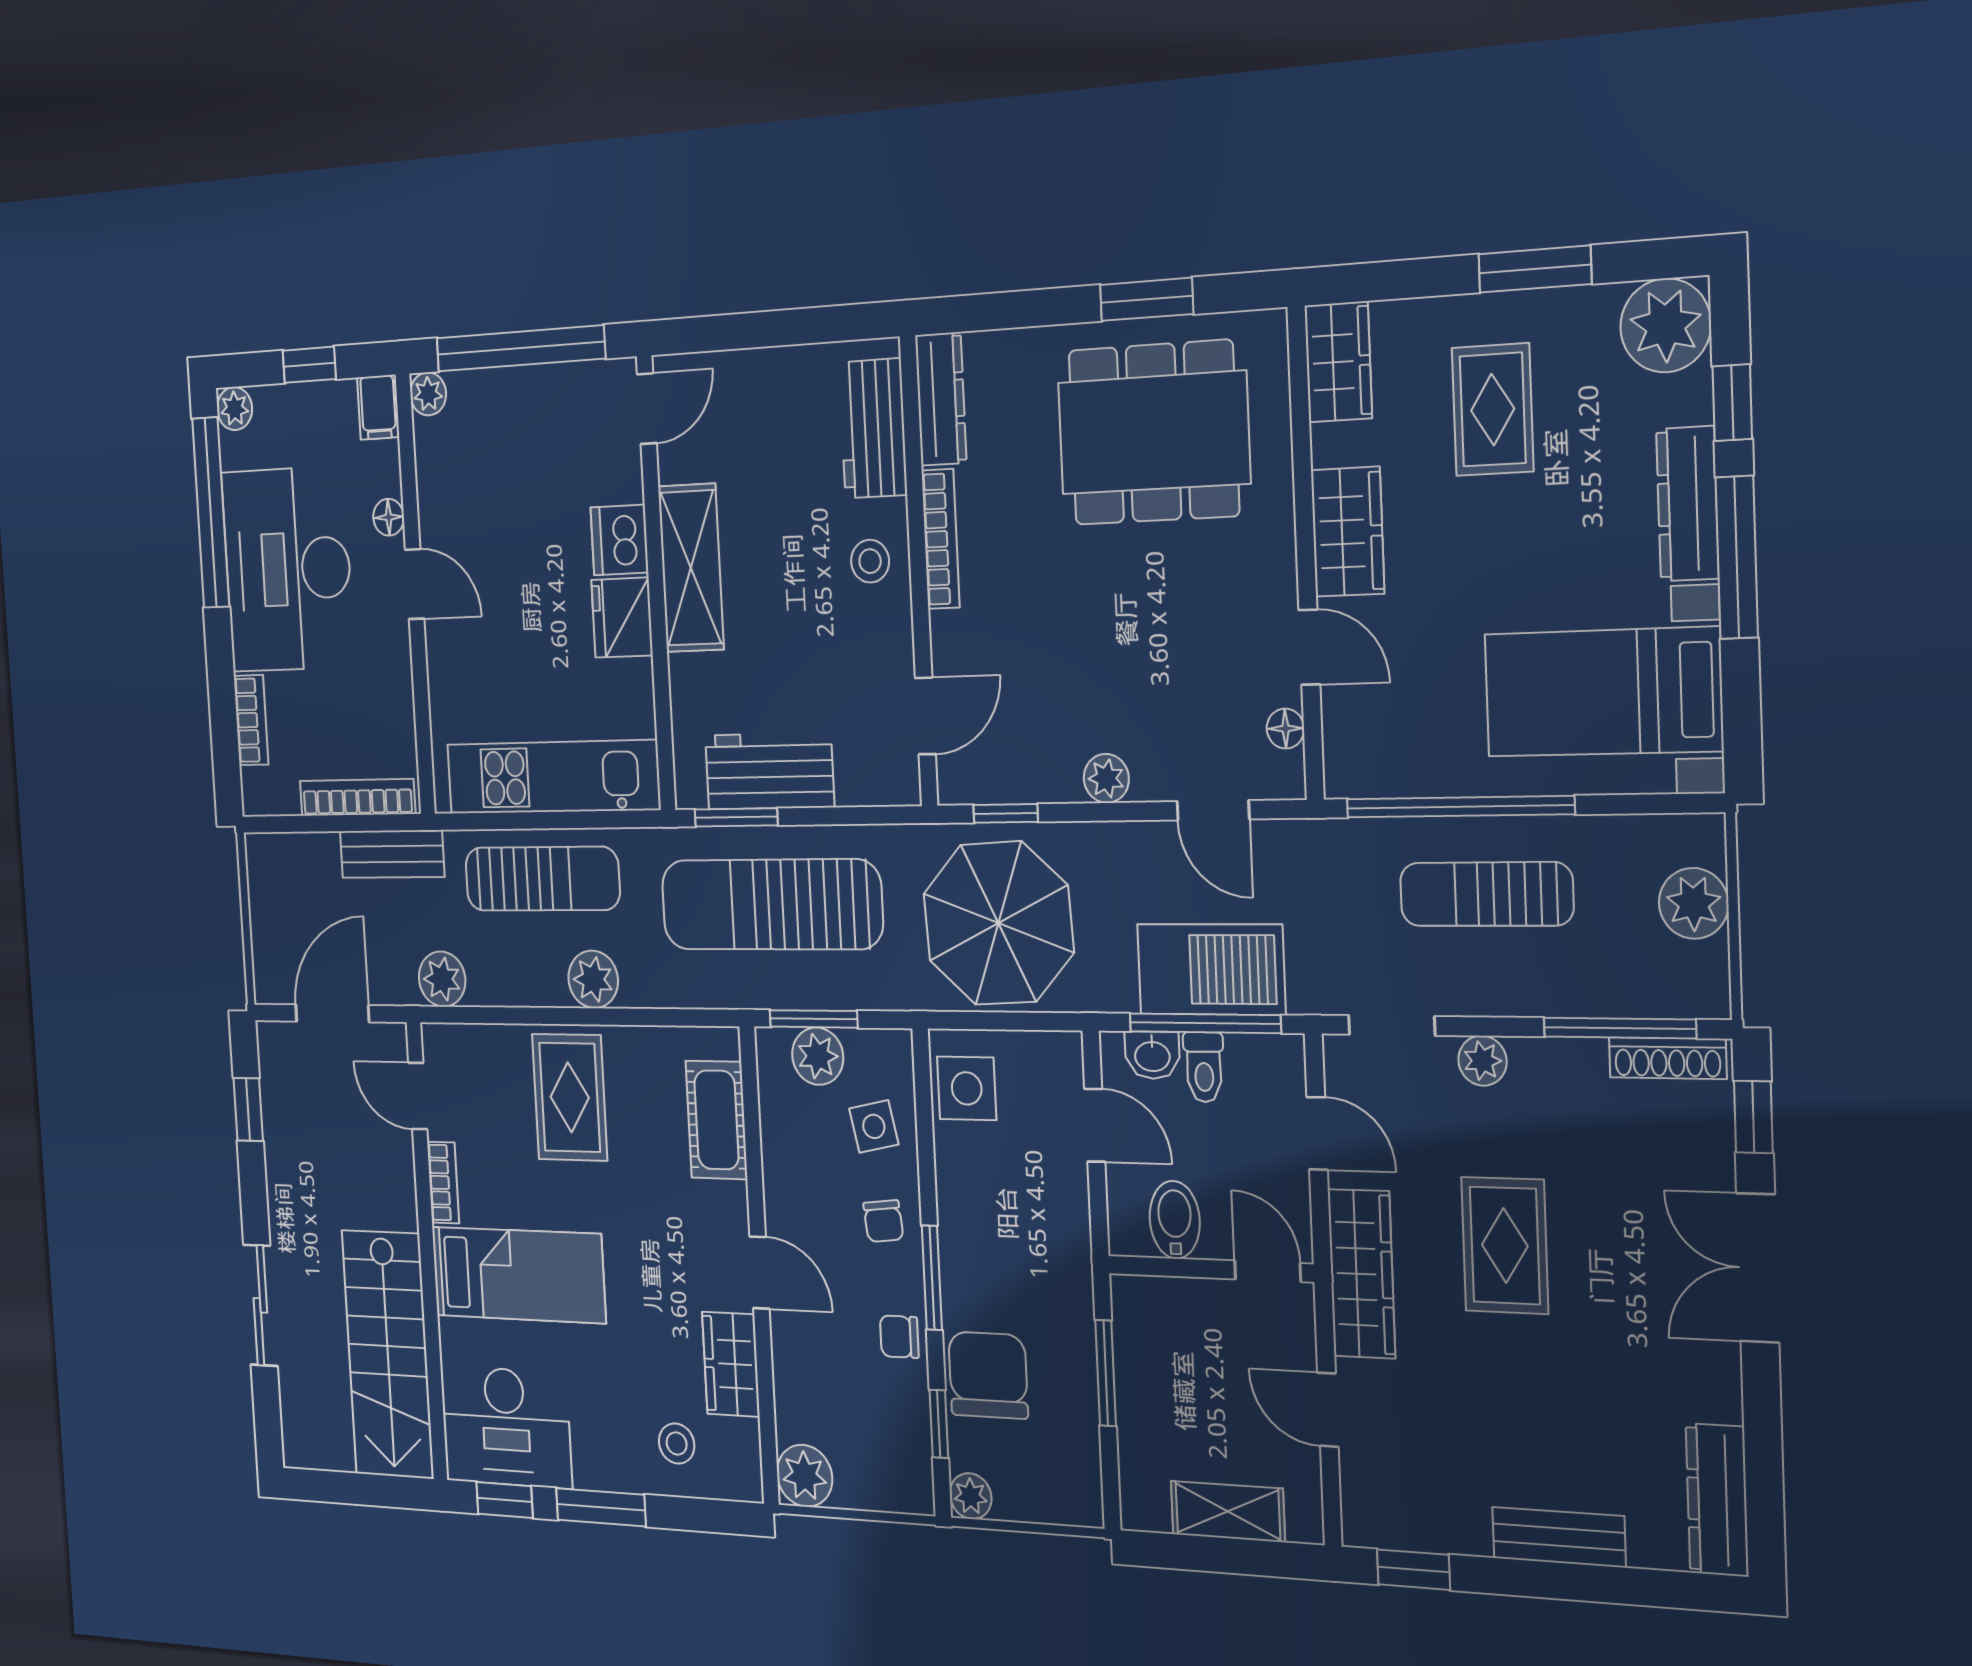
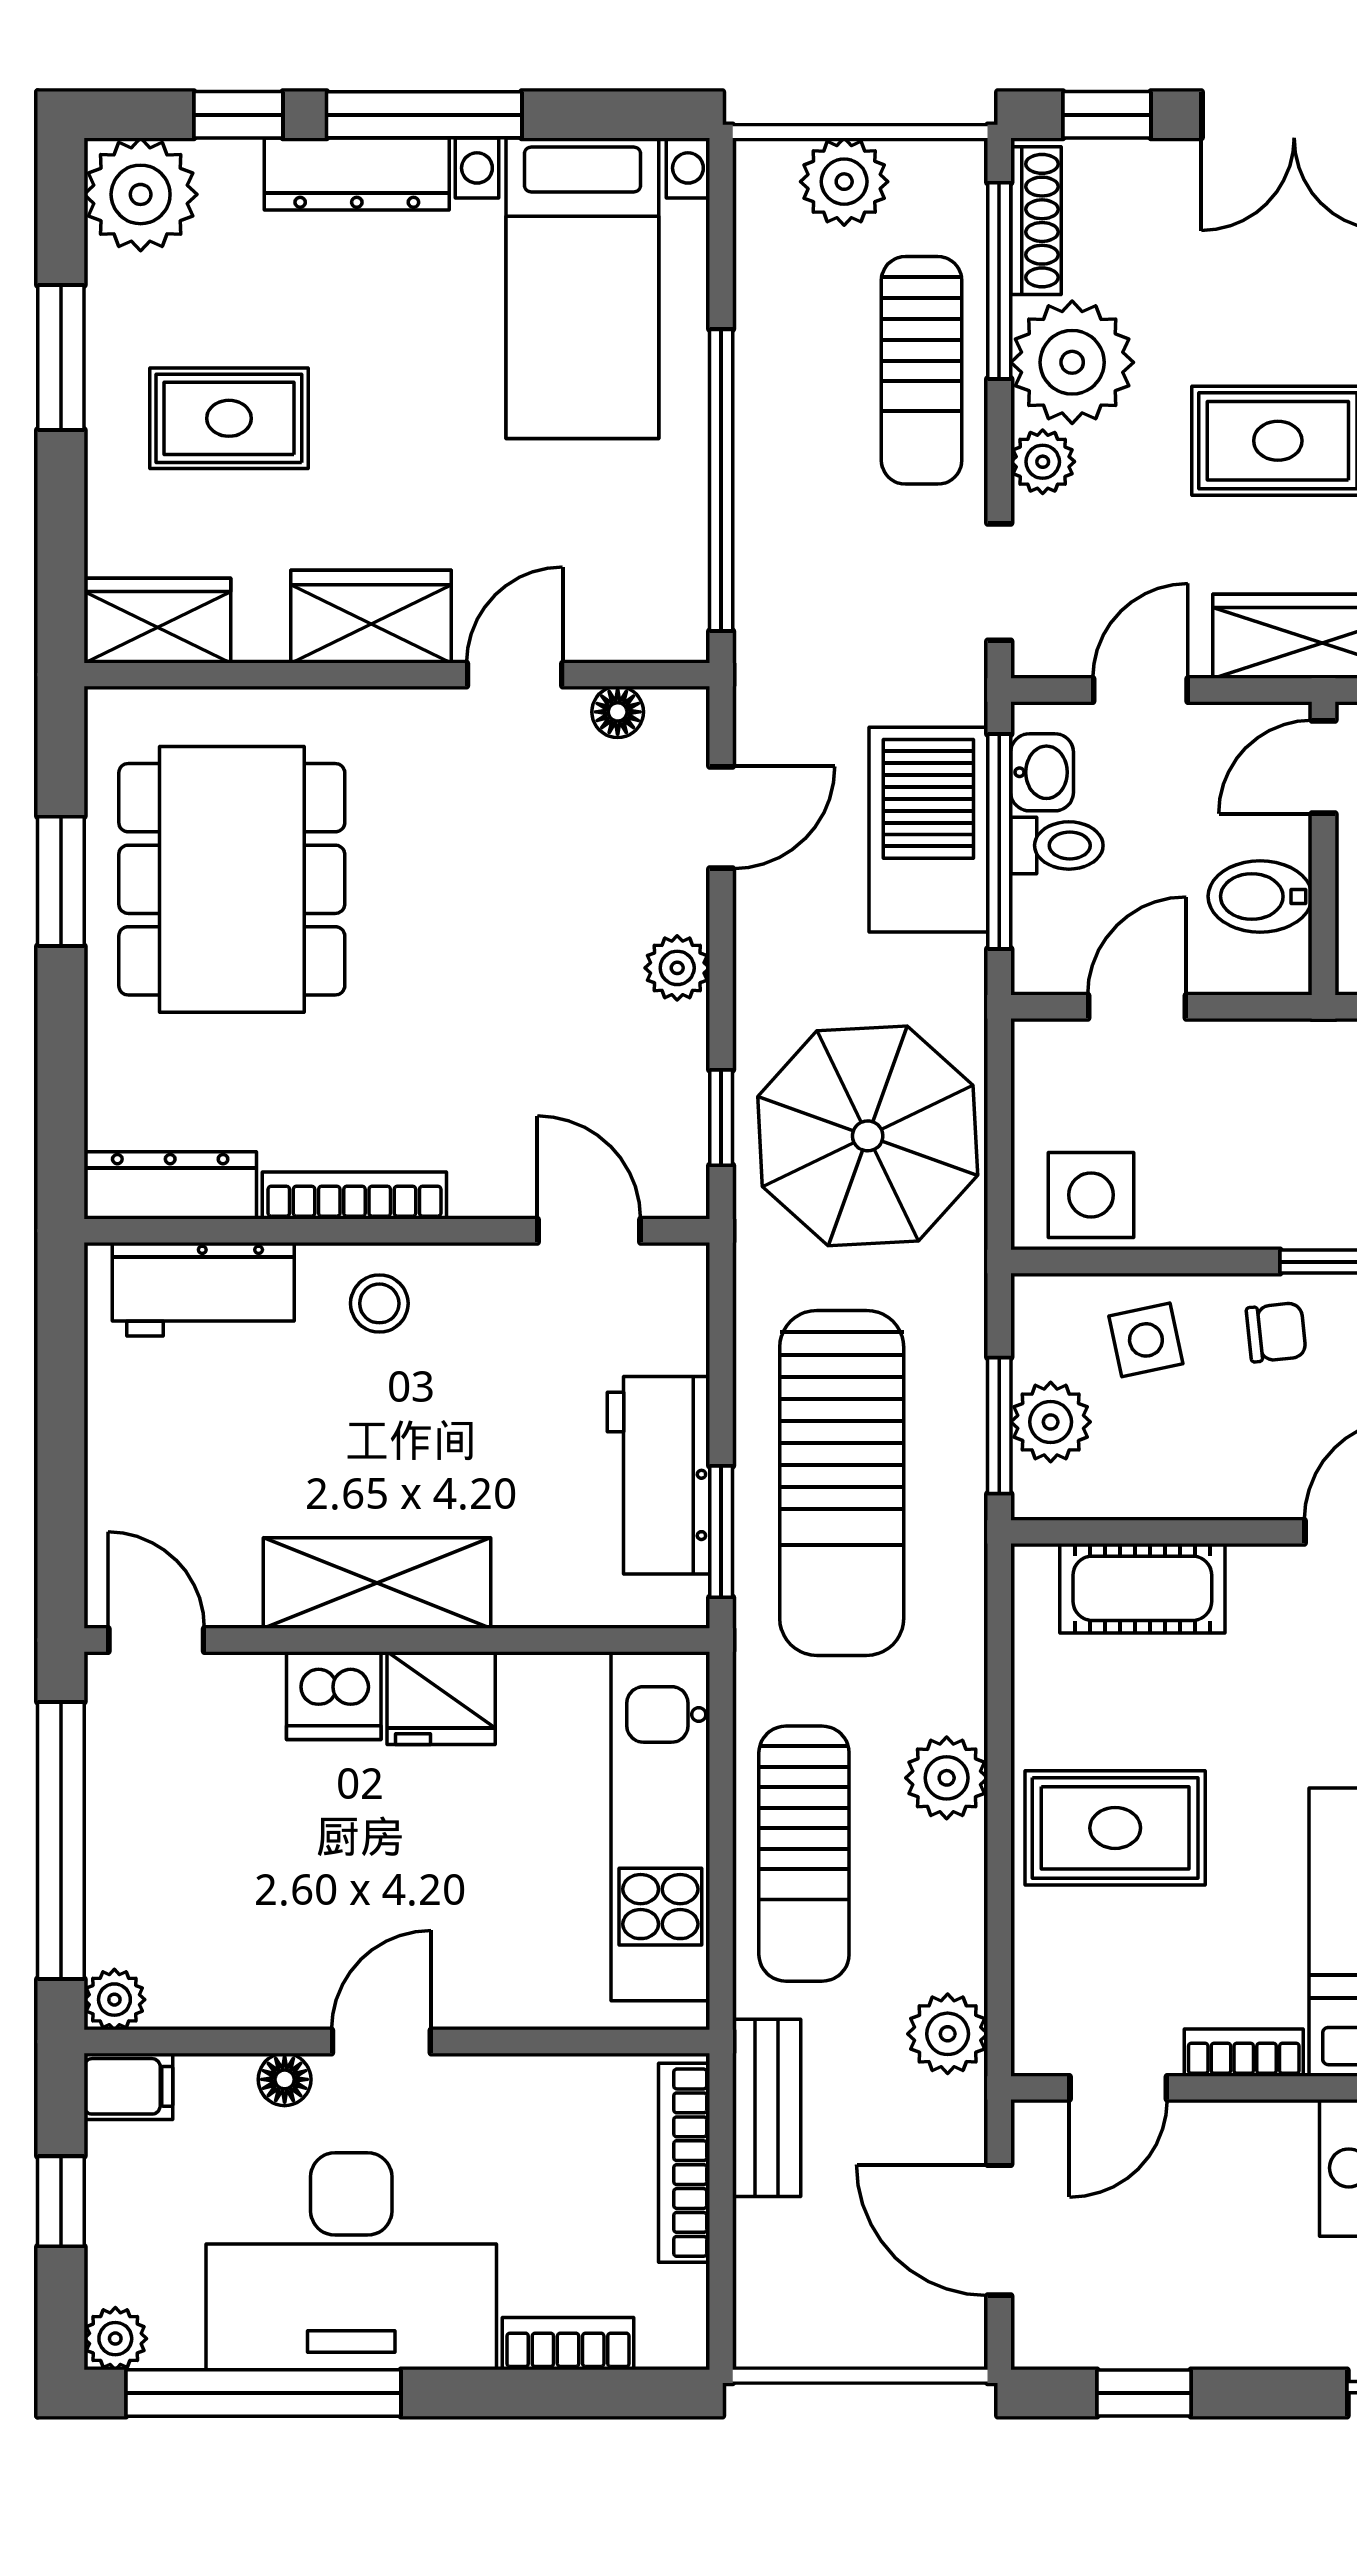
sun lounger: (542, 879) -> (804, 1854), turned 180
sun lounger: (1486, 894) -> (922, 370), moved
washbasin: (1152, 1055) -> (1042, 772), moved
plant: (1559, 1085) -> (1072, 362), added

